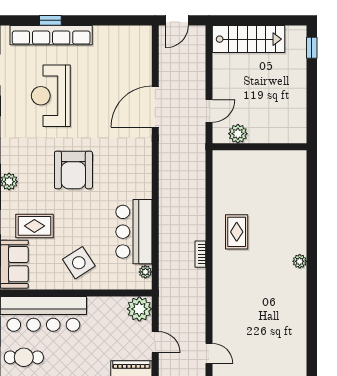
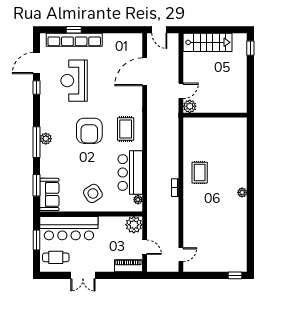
door: (177, 20) -> (159, 30), hinge flipped
door: (155, 107) -> (145, 72), moved
plant: (238, 134) -> (190, 106), moved
rug: (34, 226) -> (126, 129), moved, turned 90
door: (209, 353) -> (181, 255), hinge flipped

